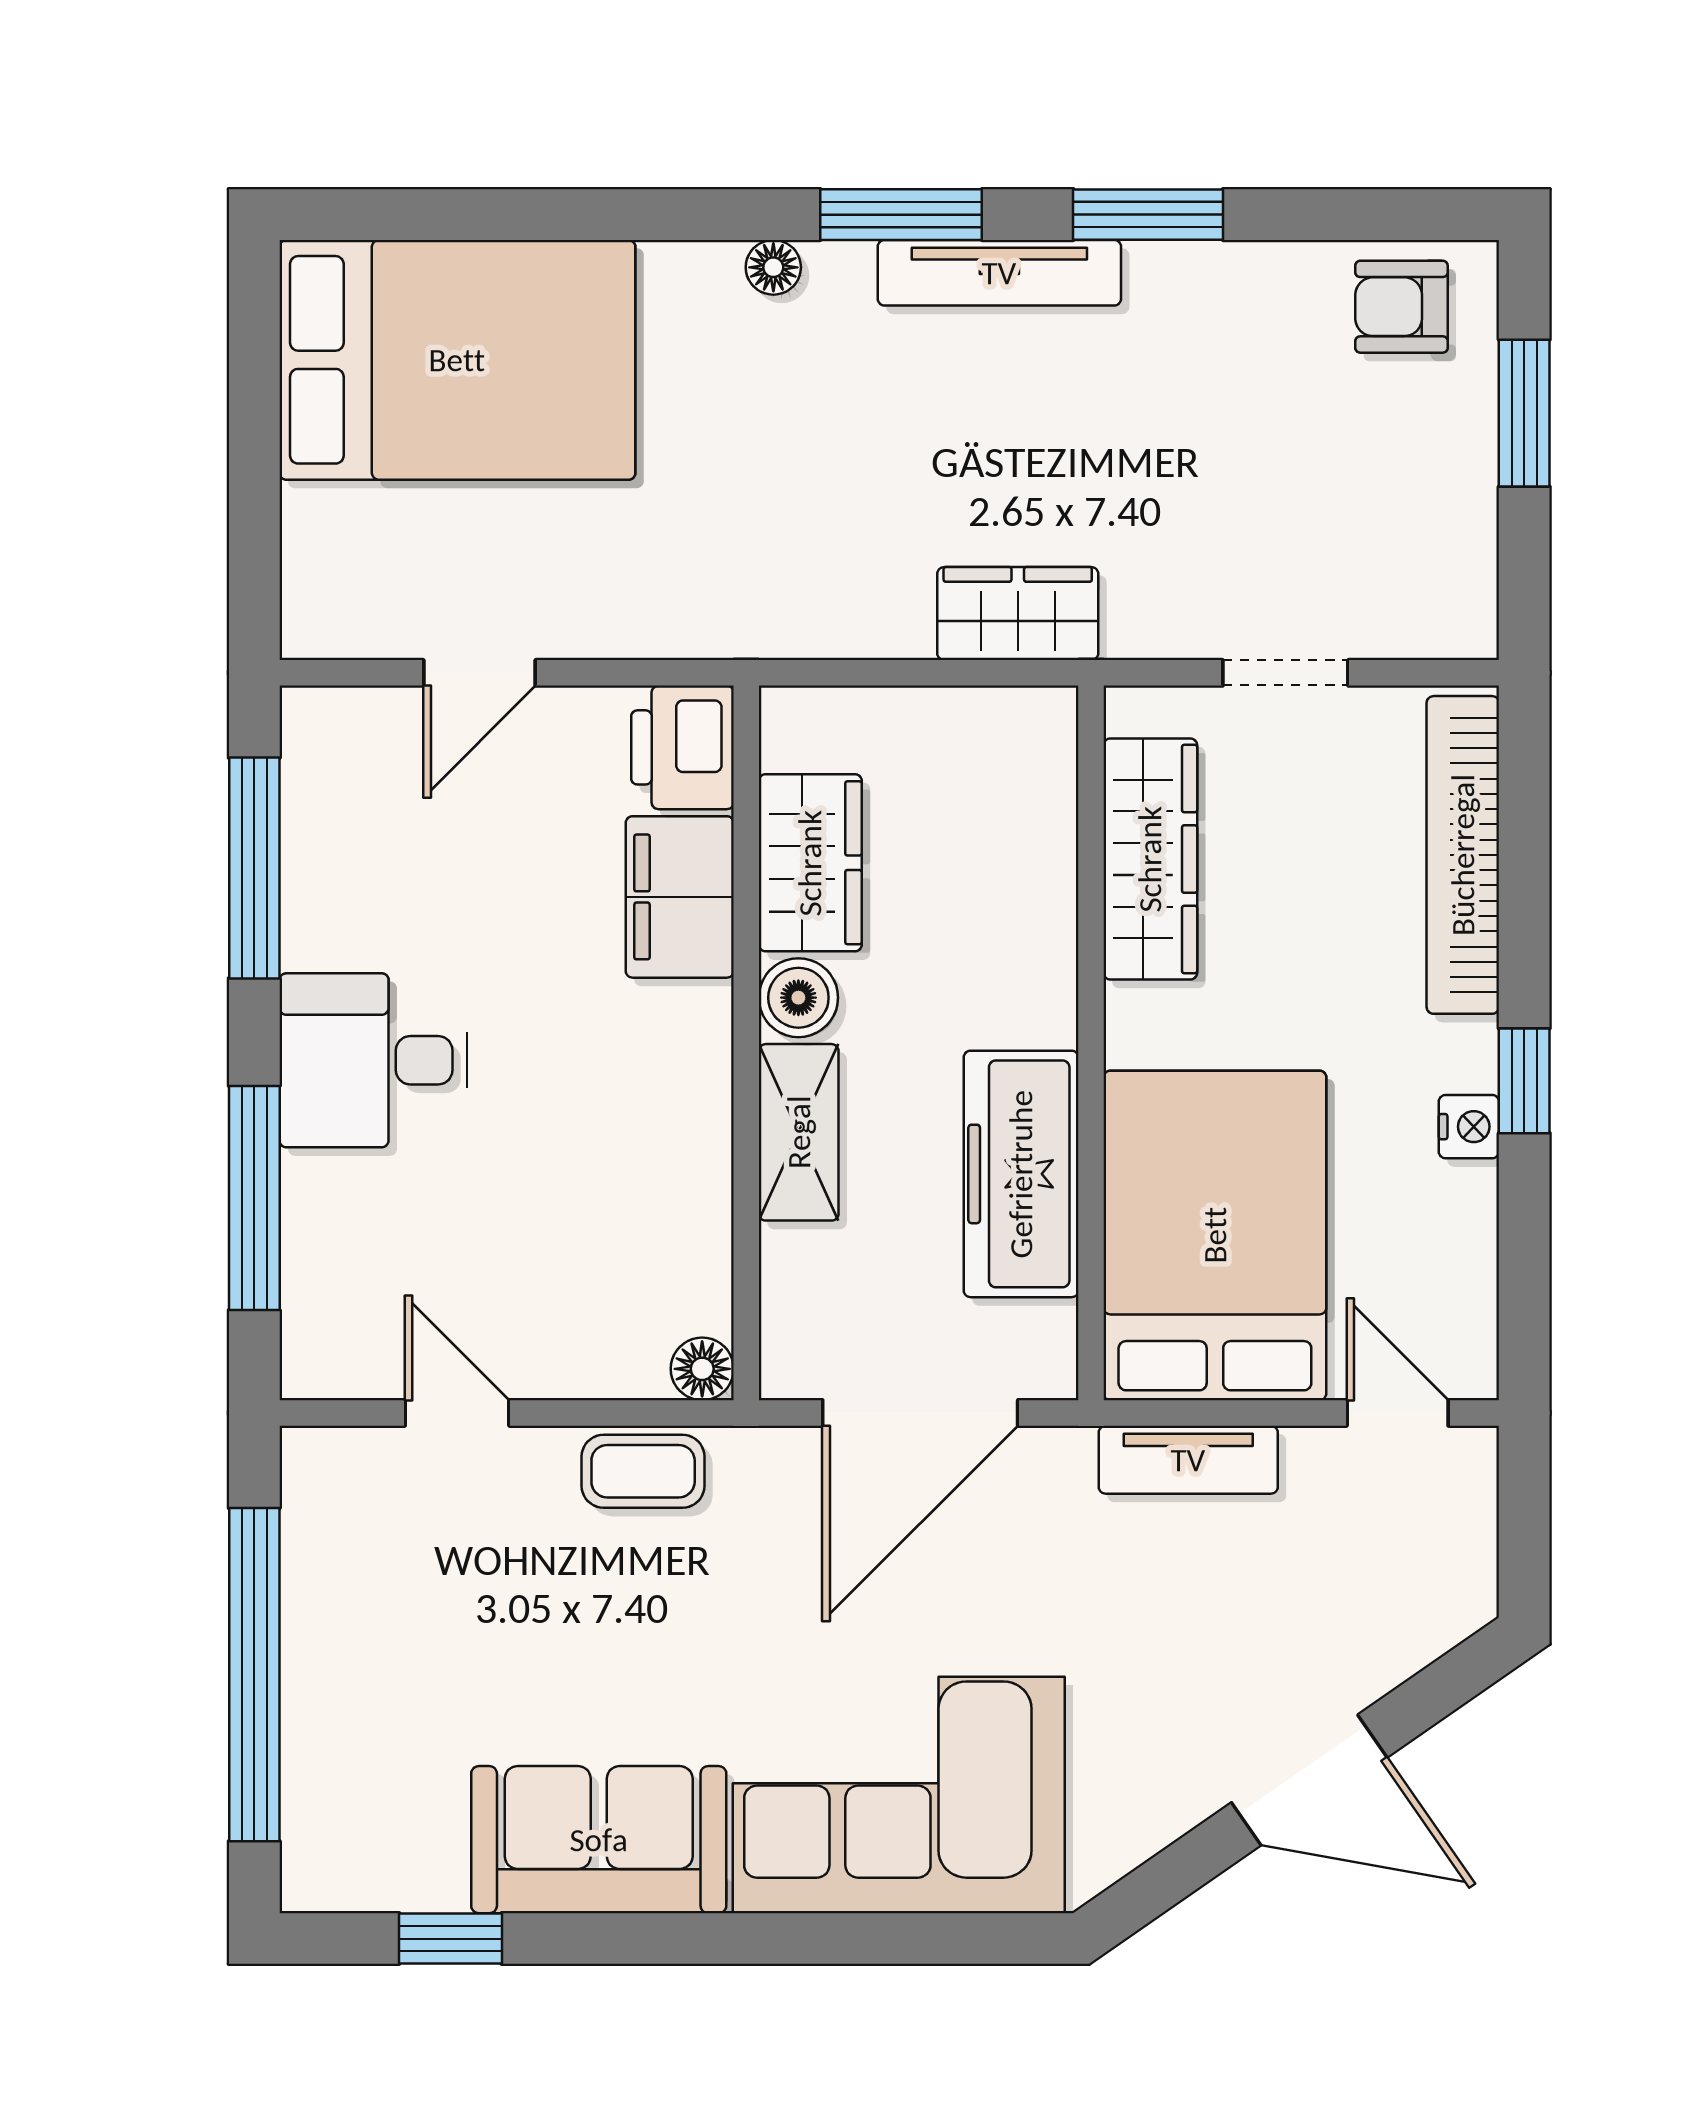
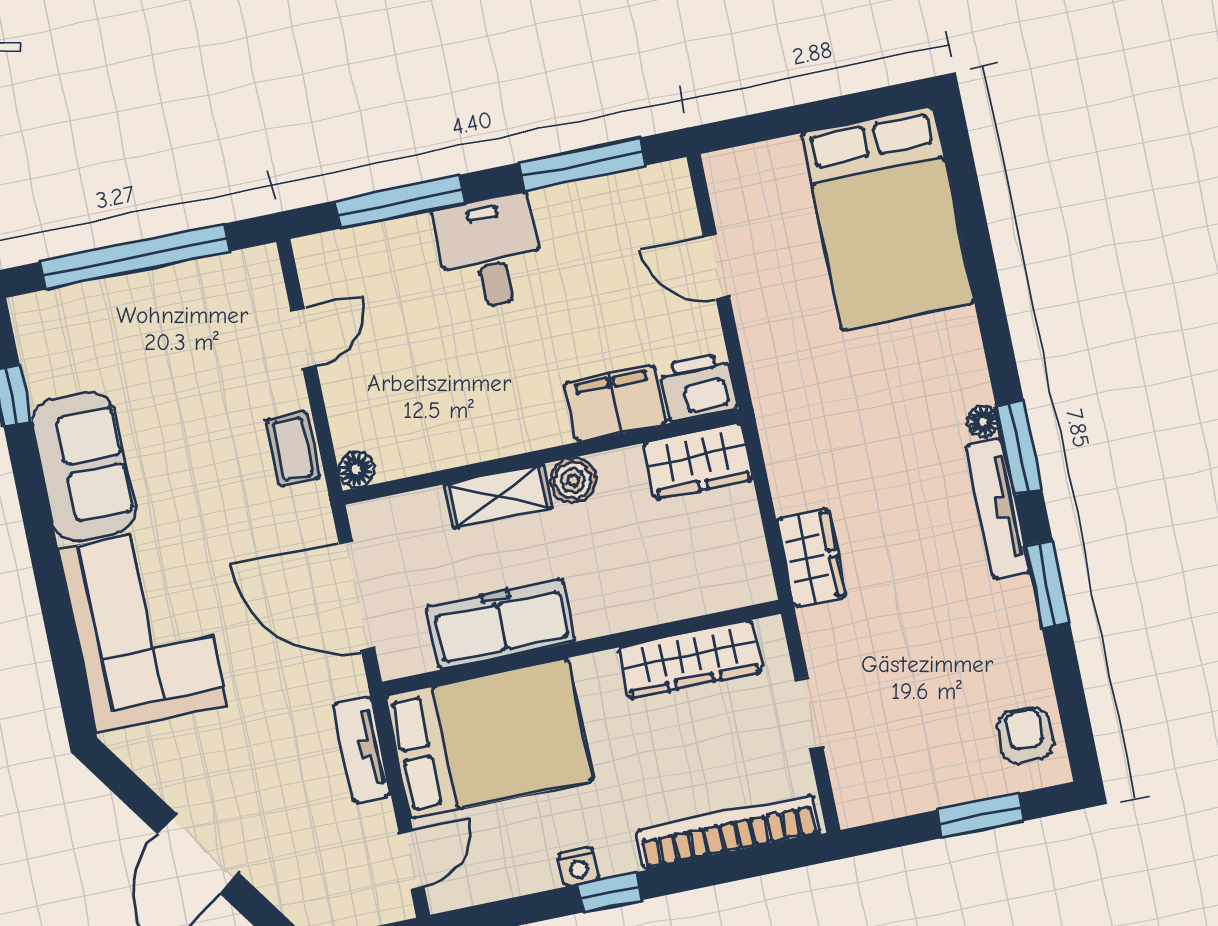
floor lamp: (773, 267) -> (983, 422), moved
wardrobe: (810, 863) -> (698, 461), moved

